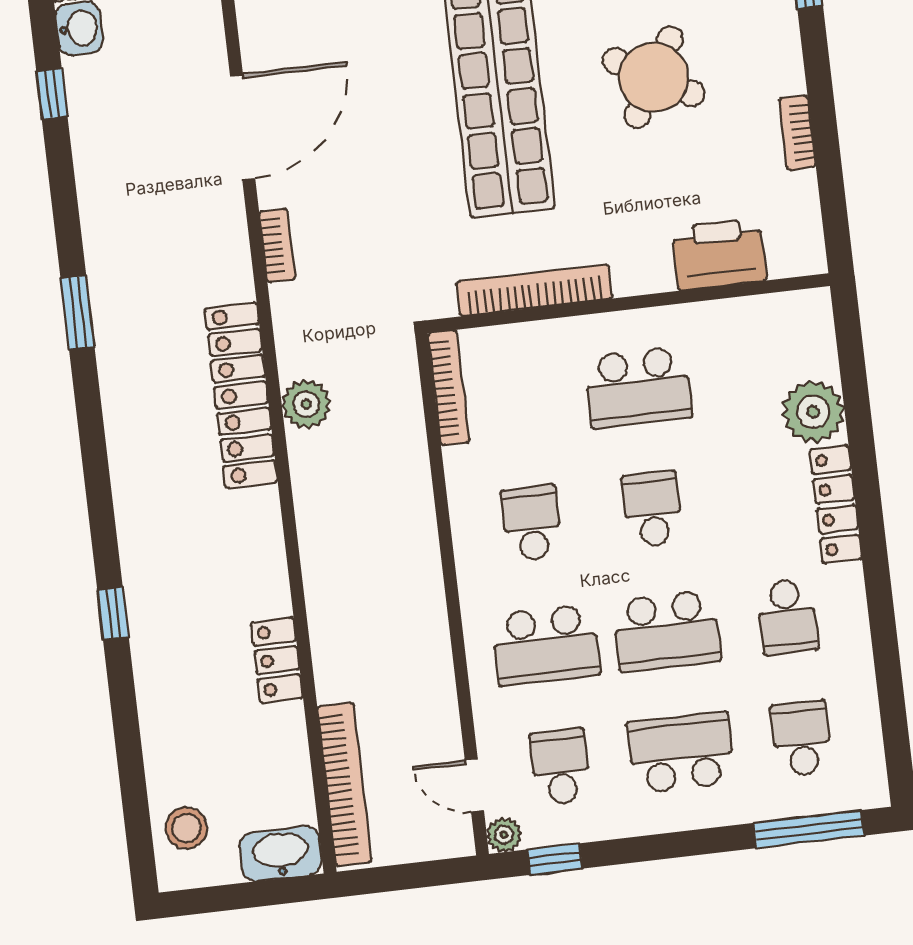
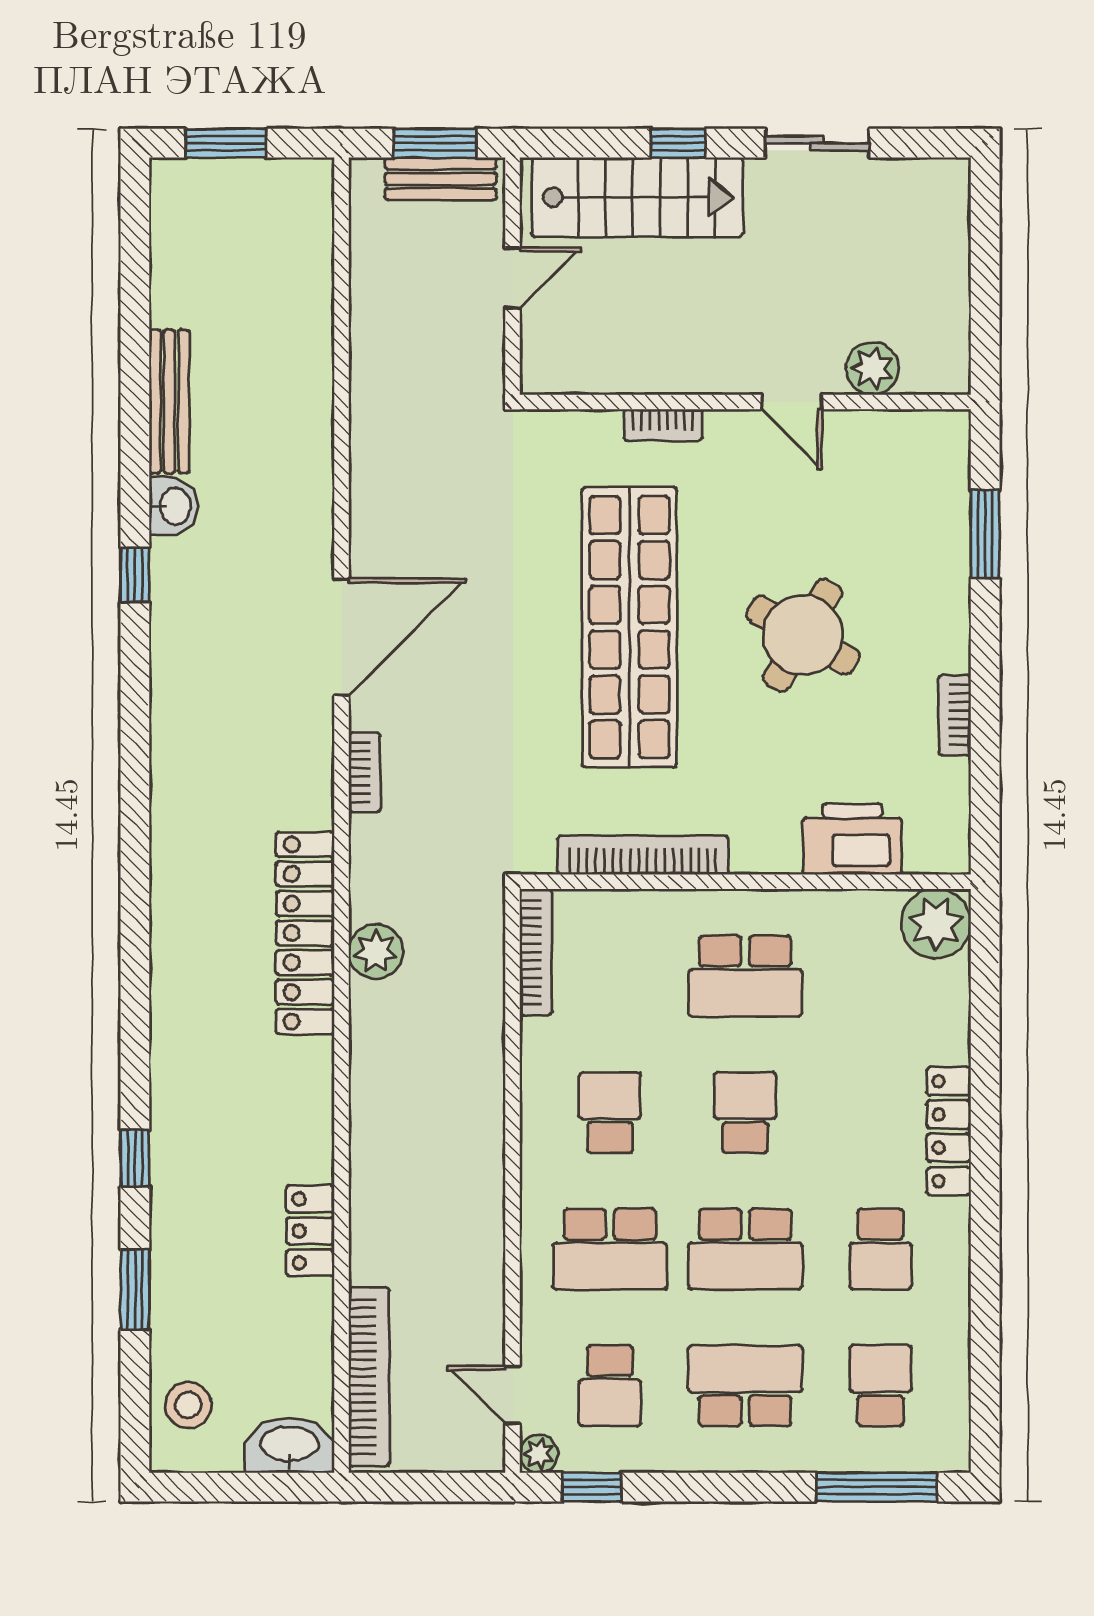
window: (78, 312) -> (135, 1290), moved
plant: (813, 412) -> (936, 924), moved
school desk: (560, 767) -> (610, 1386), turned 180

